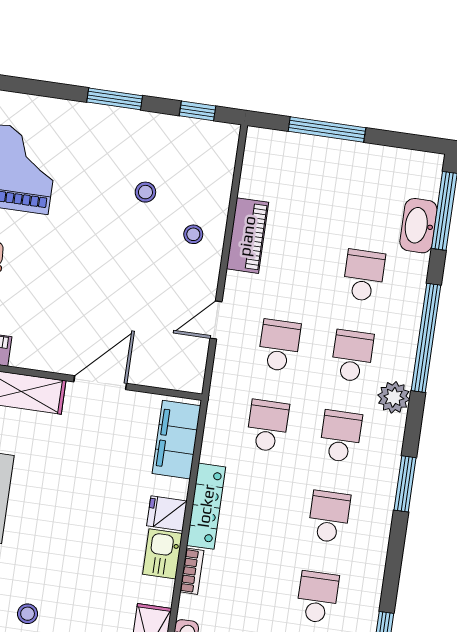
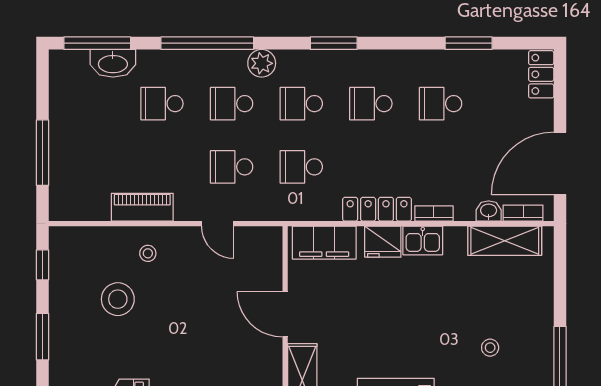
stool: (145, 192) -> (118, 299), width x1.89, depth x1.89
fridge: (167, 513) -> (383, 242), width x1.38

